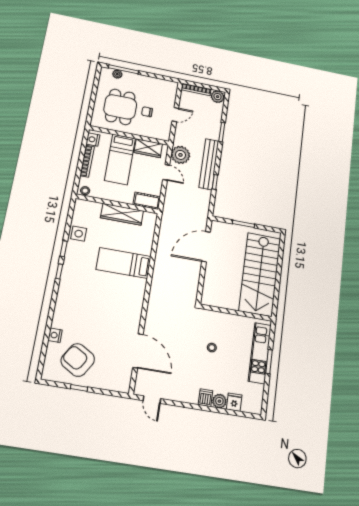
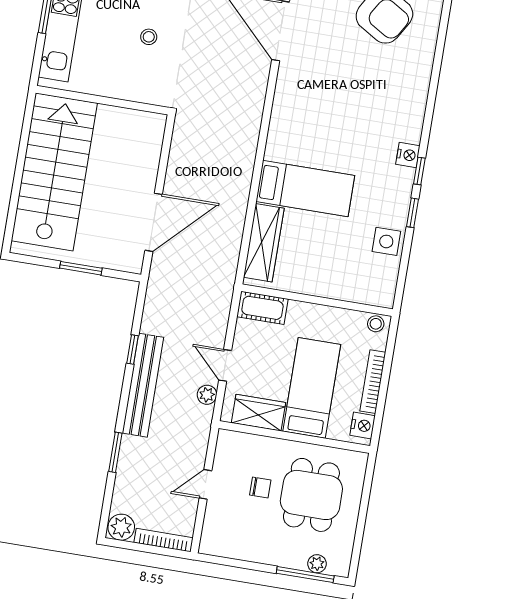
plant: (180, 155) -> (207, 395), width x0.53, depth x0.53
wardrobe: (122, 214) -> (264, 243), moved, turned 90
nightstand: (55, 335) -> (408, 155), moved

